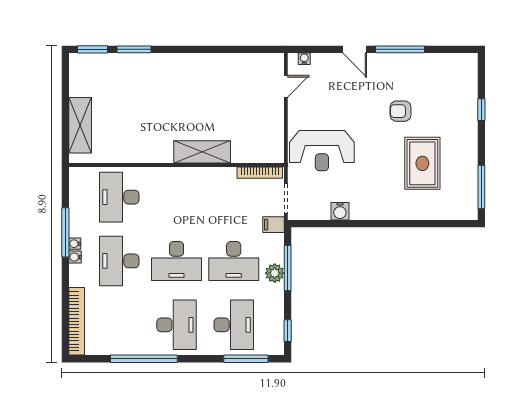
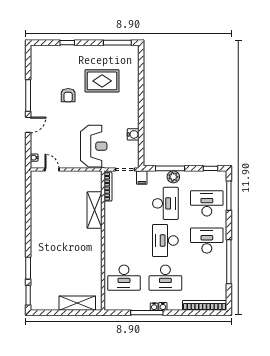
shelving: (202, 152) -> (95, 210), moved
desk: (177, 261) -> (165, 241), turned 180

